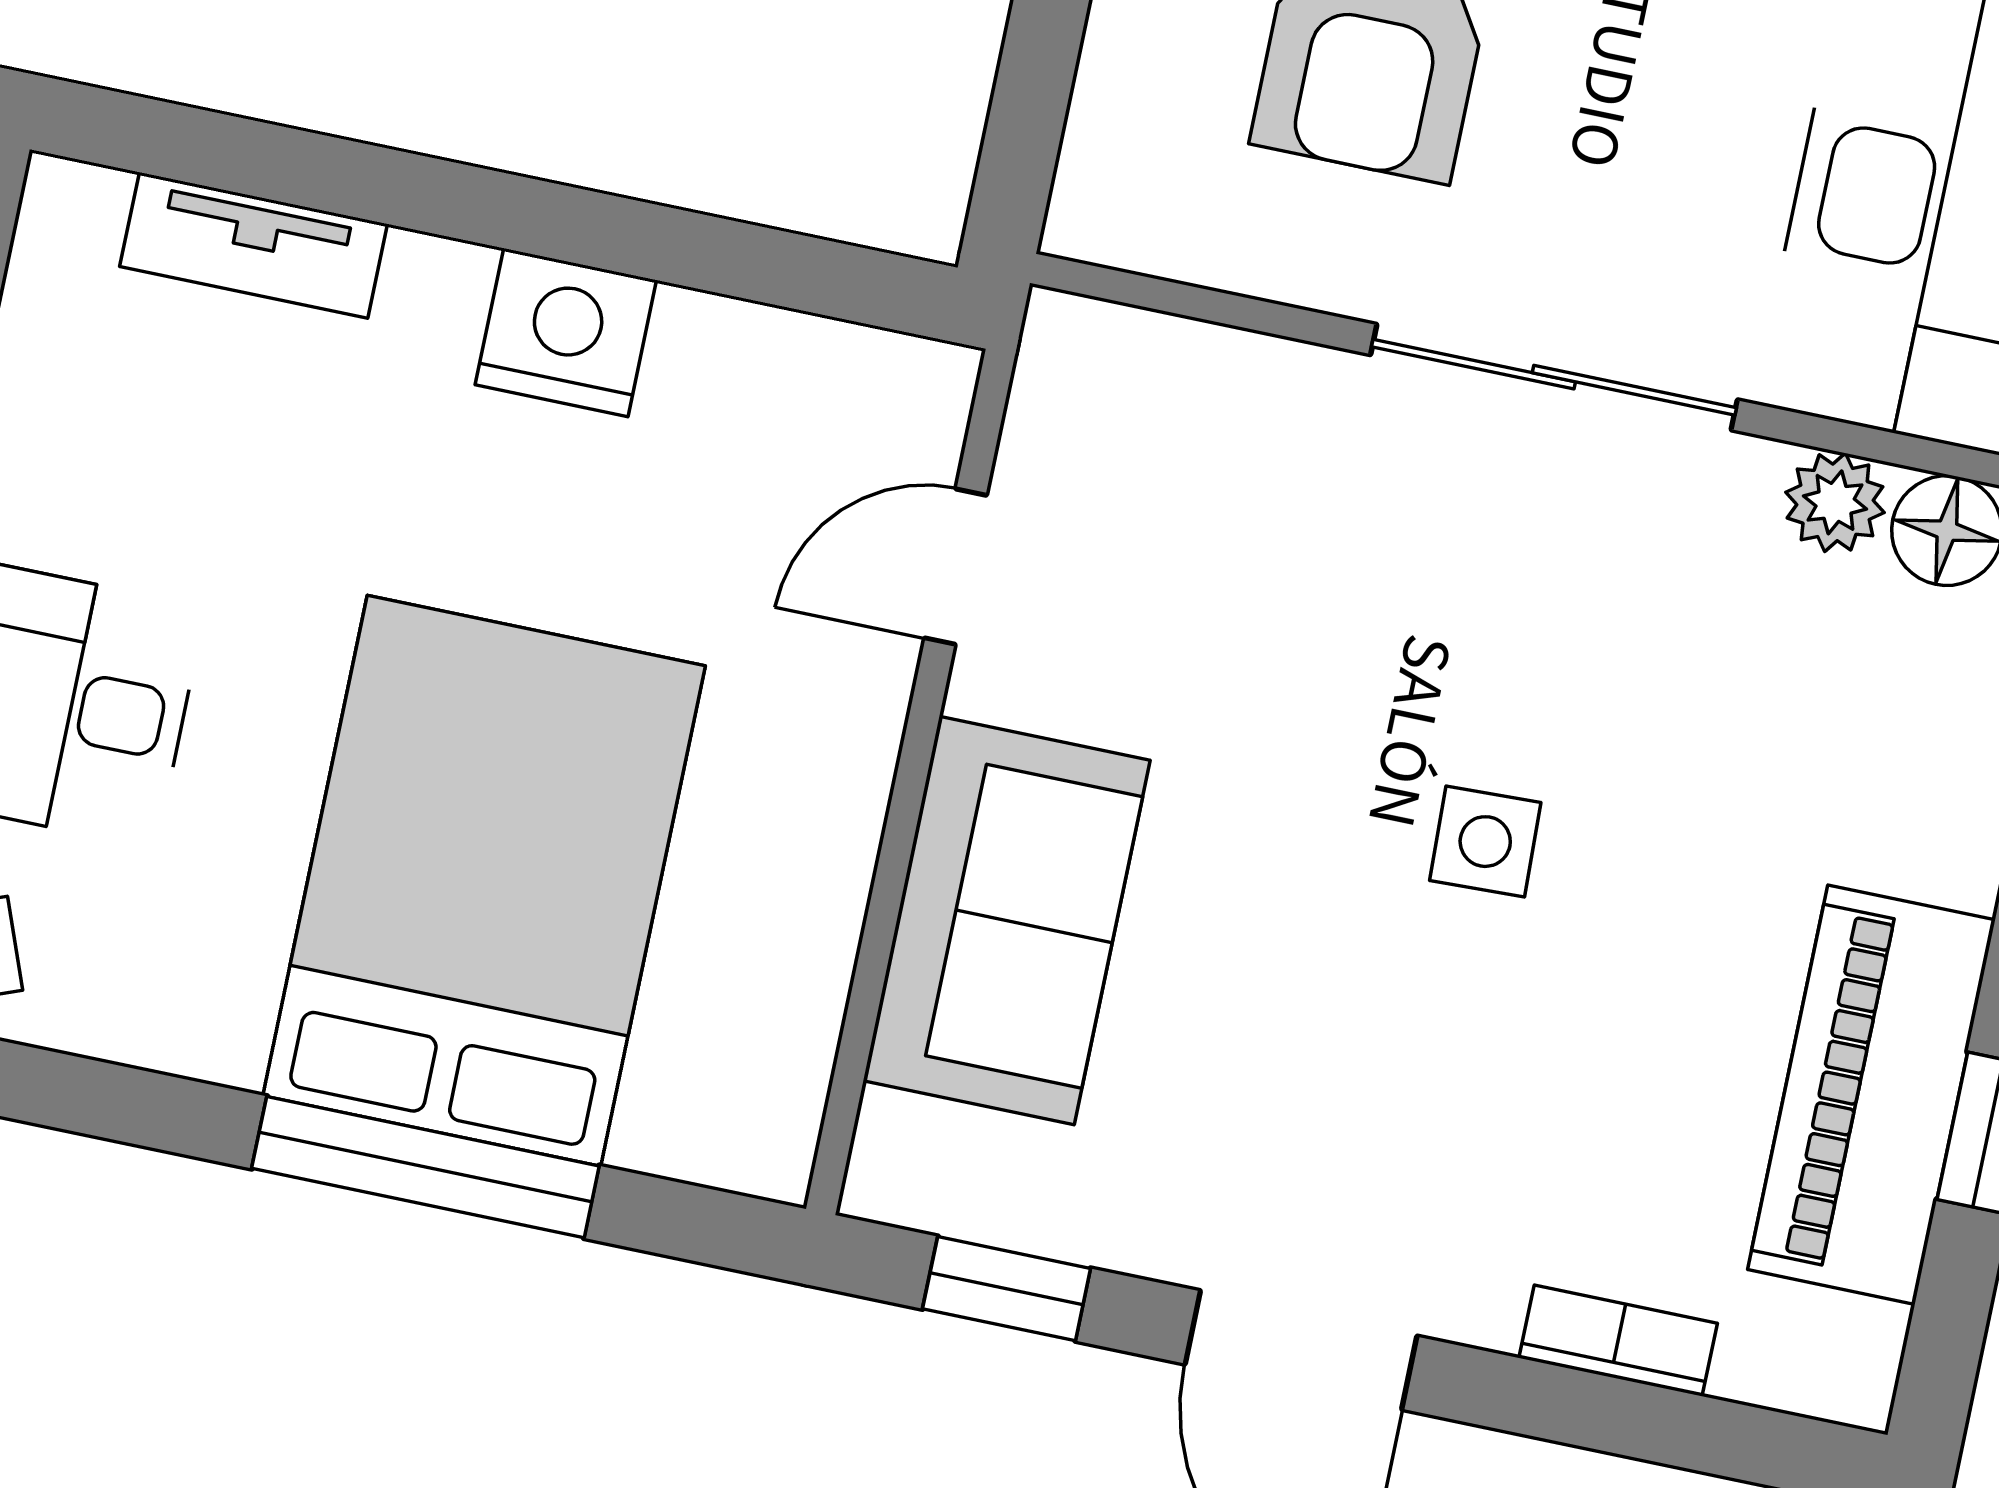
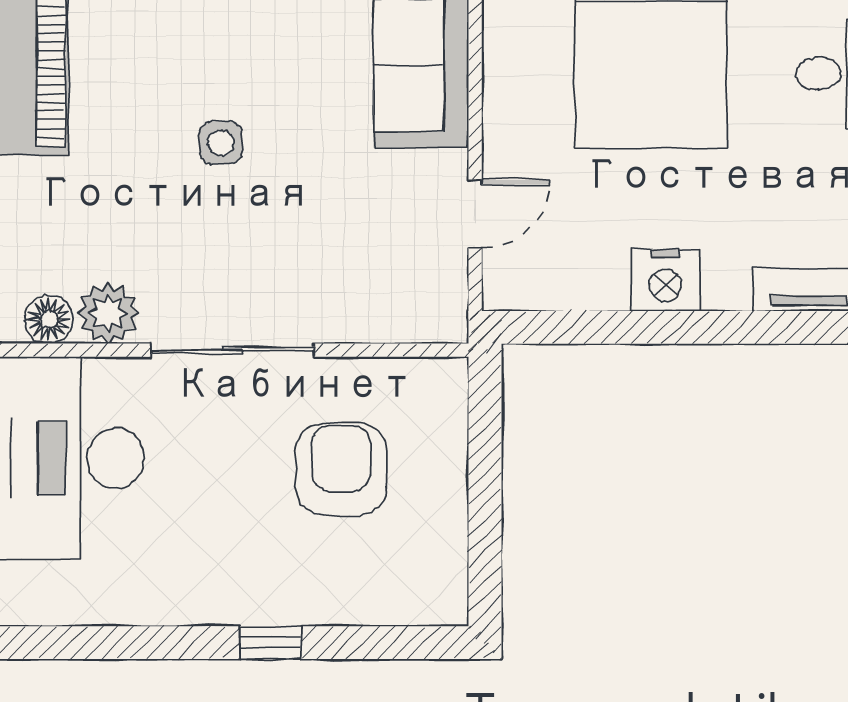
plant: (1835, 502) -> (108, 313), width x1.38, depth x1.38

